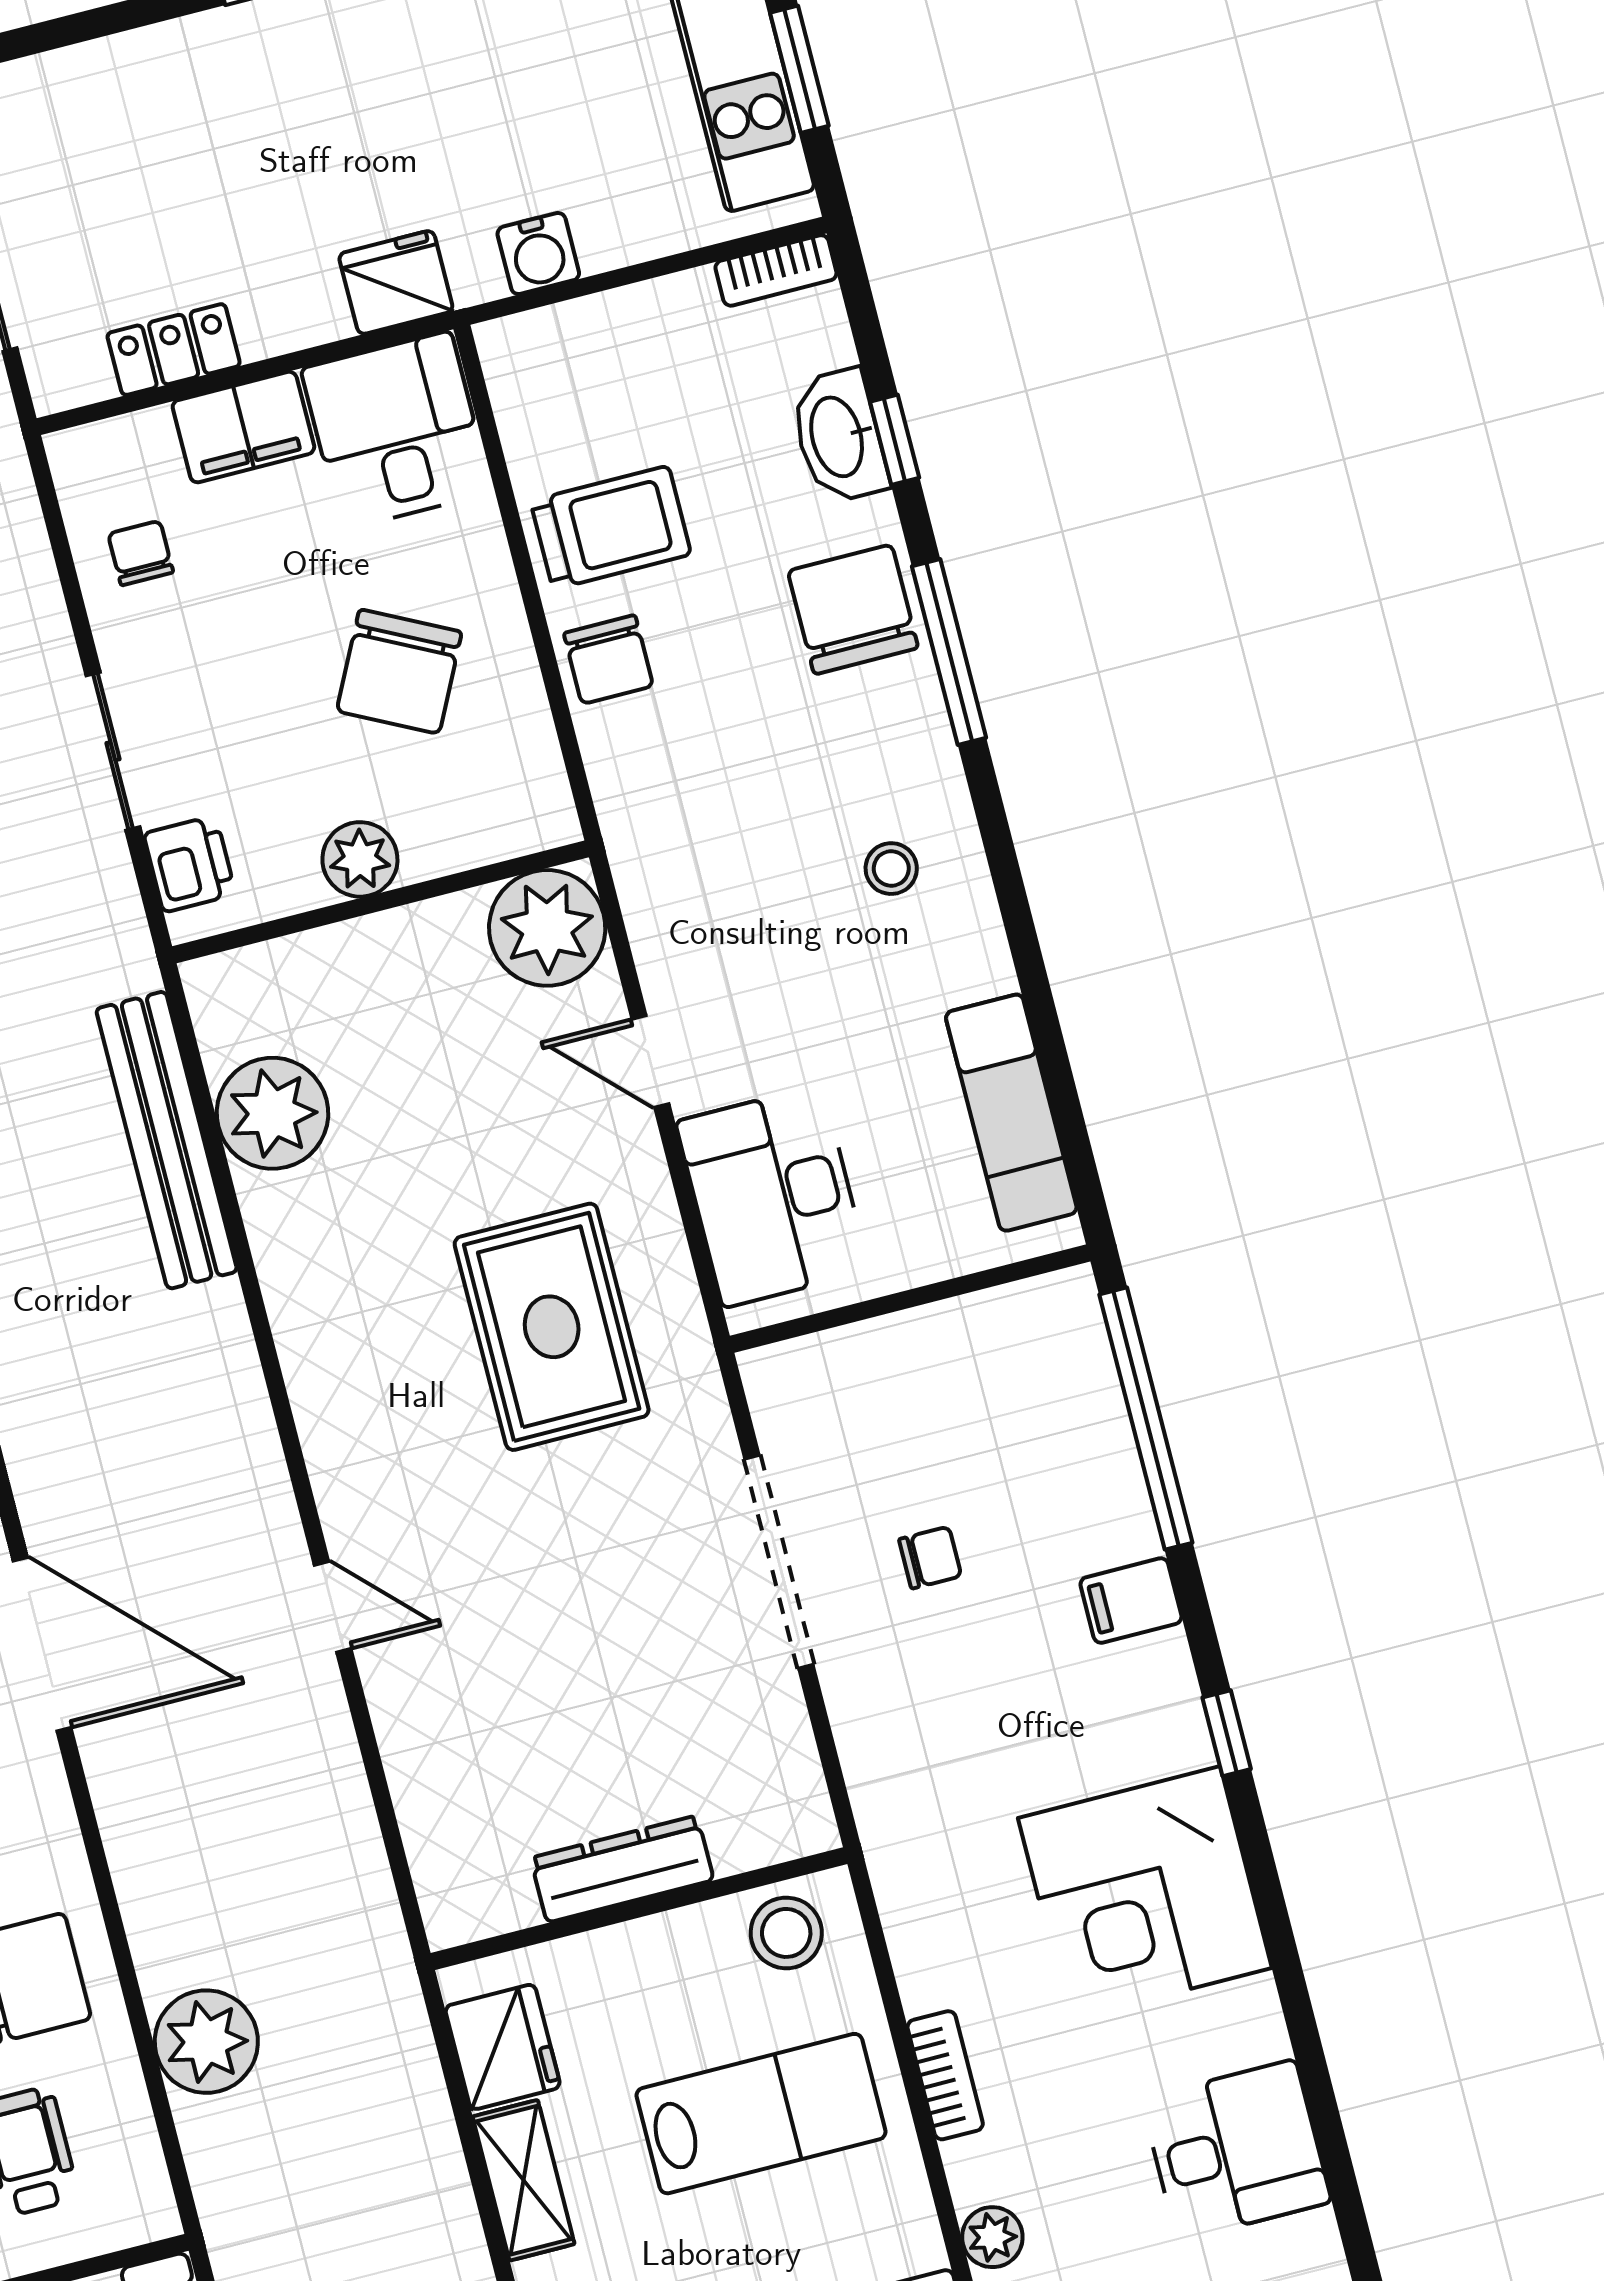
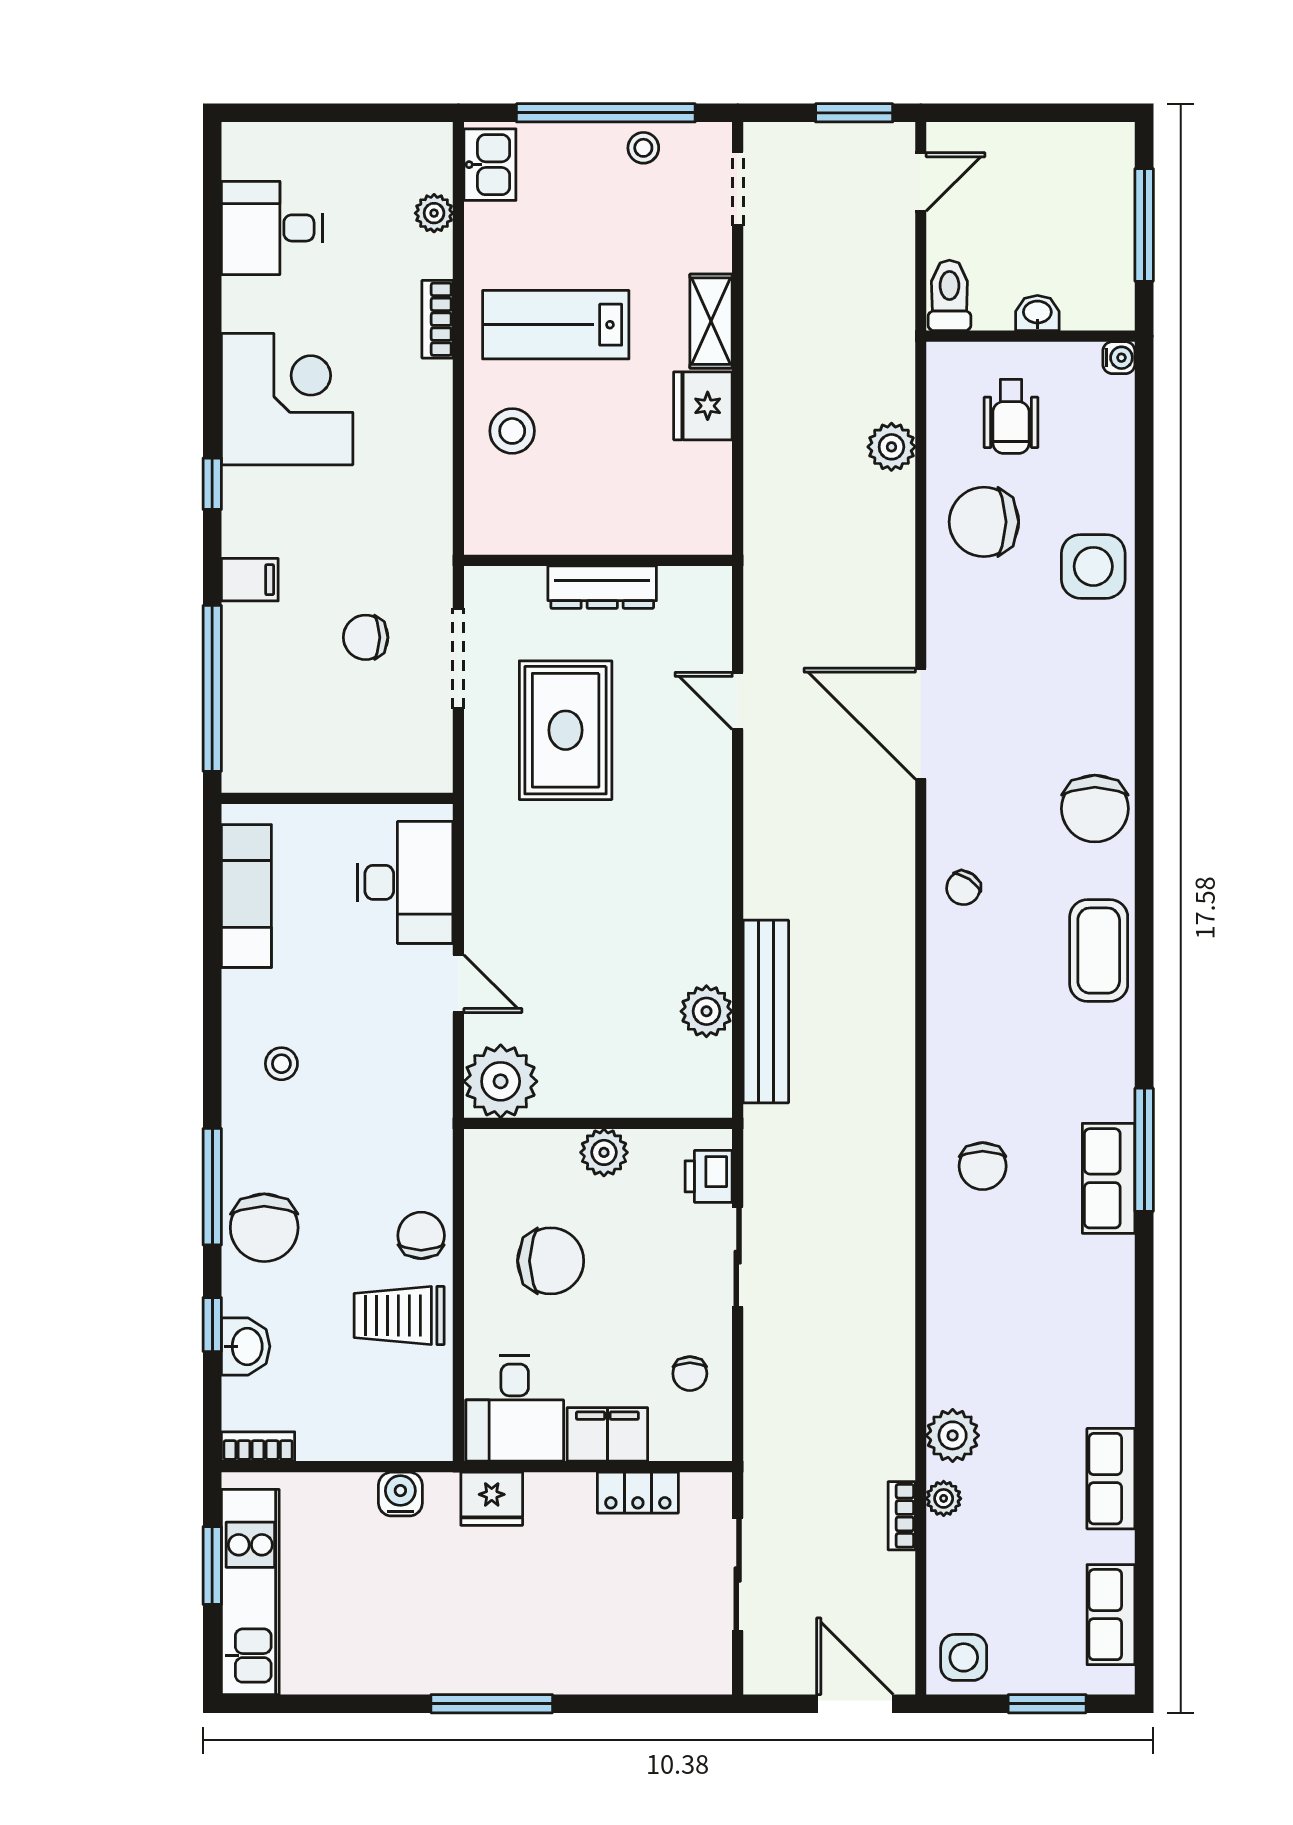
washbasin: (839, 436) -> (246, 1346), width x0.72
chair: (399, 672) -> (551, 1261), turned 63
plant: (272, 1113) -> (706, 1011), width x0.73, depth x0.73
rug: (552, 1327) -> (566, 730), moved
chair: (930, 1558) -> (366, 637), width x1.37, depth x1.37
doorway: (779, 1562) -> (458, 659), width x0.73
dresser: (622, 1869) -> (602, 587), moved
wall: (639, 1909) -> (598, 560), moved
plant: (206, 2042) -> (891, 447), width x0.73, depth x0.73

